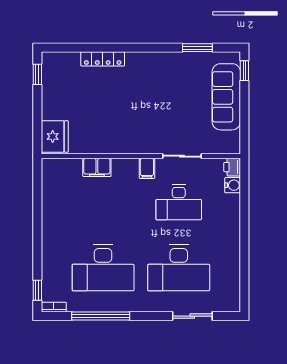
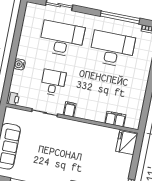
filing cabinet: (97, 167) -> (115, 119), moved
water cooler: (233, 185) -> (19, 64), moved
desk: (179, 202) -> (53, 83), width x0.73

